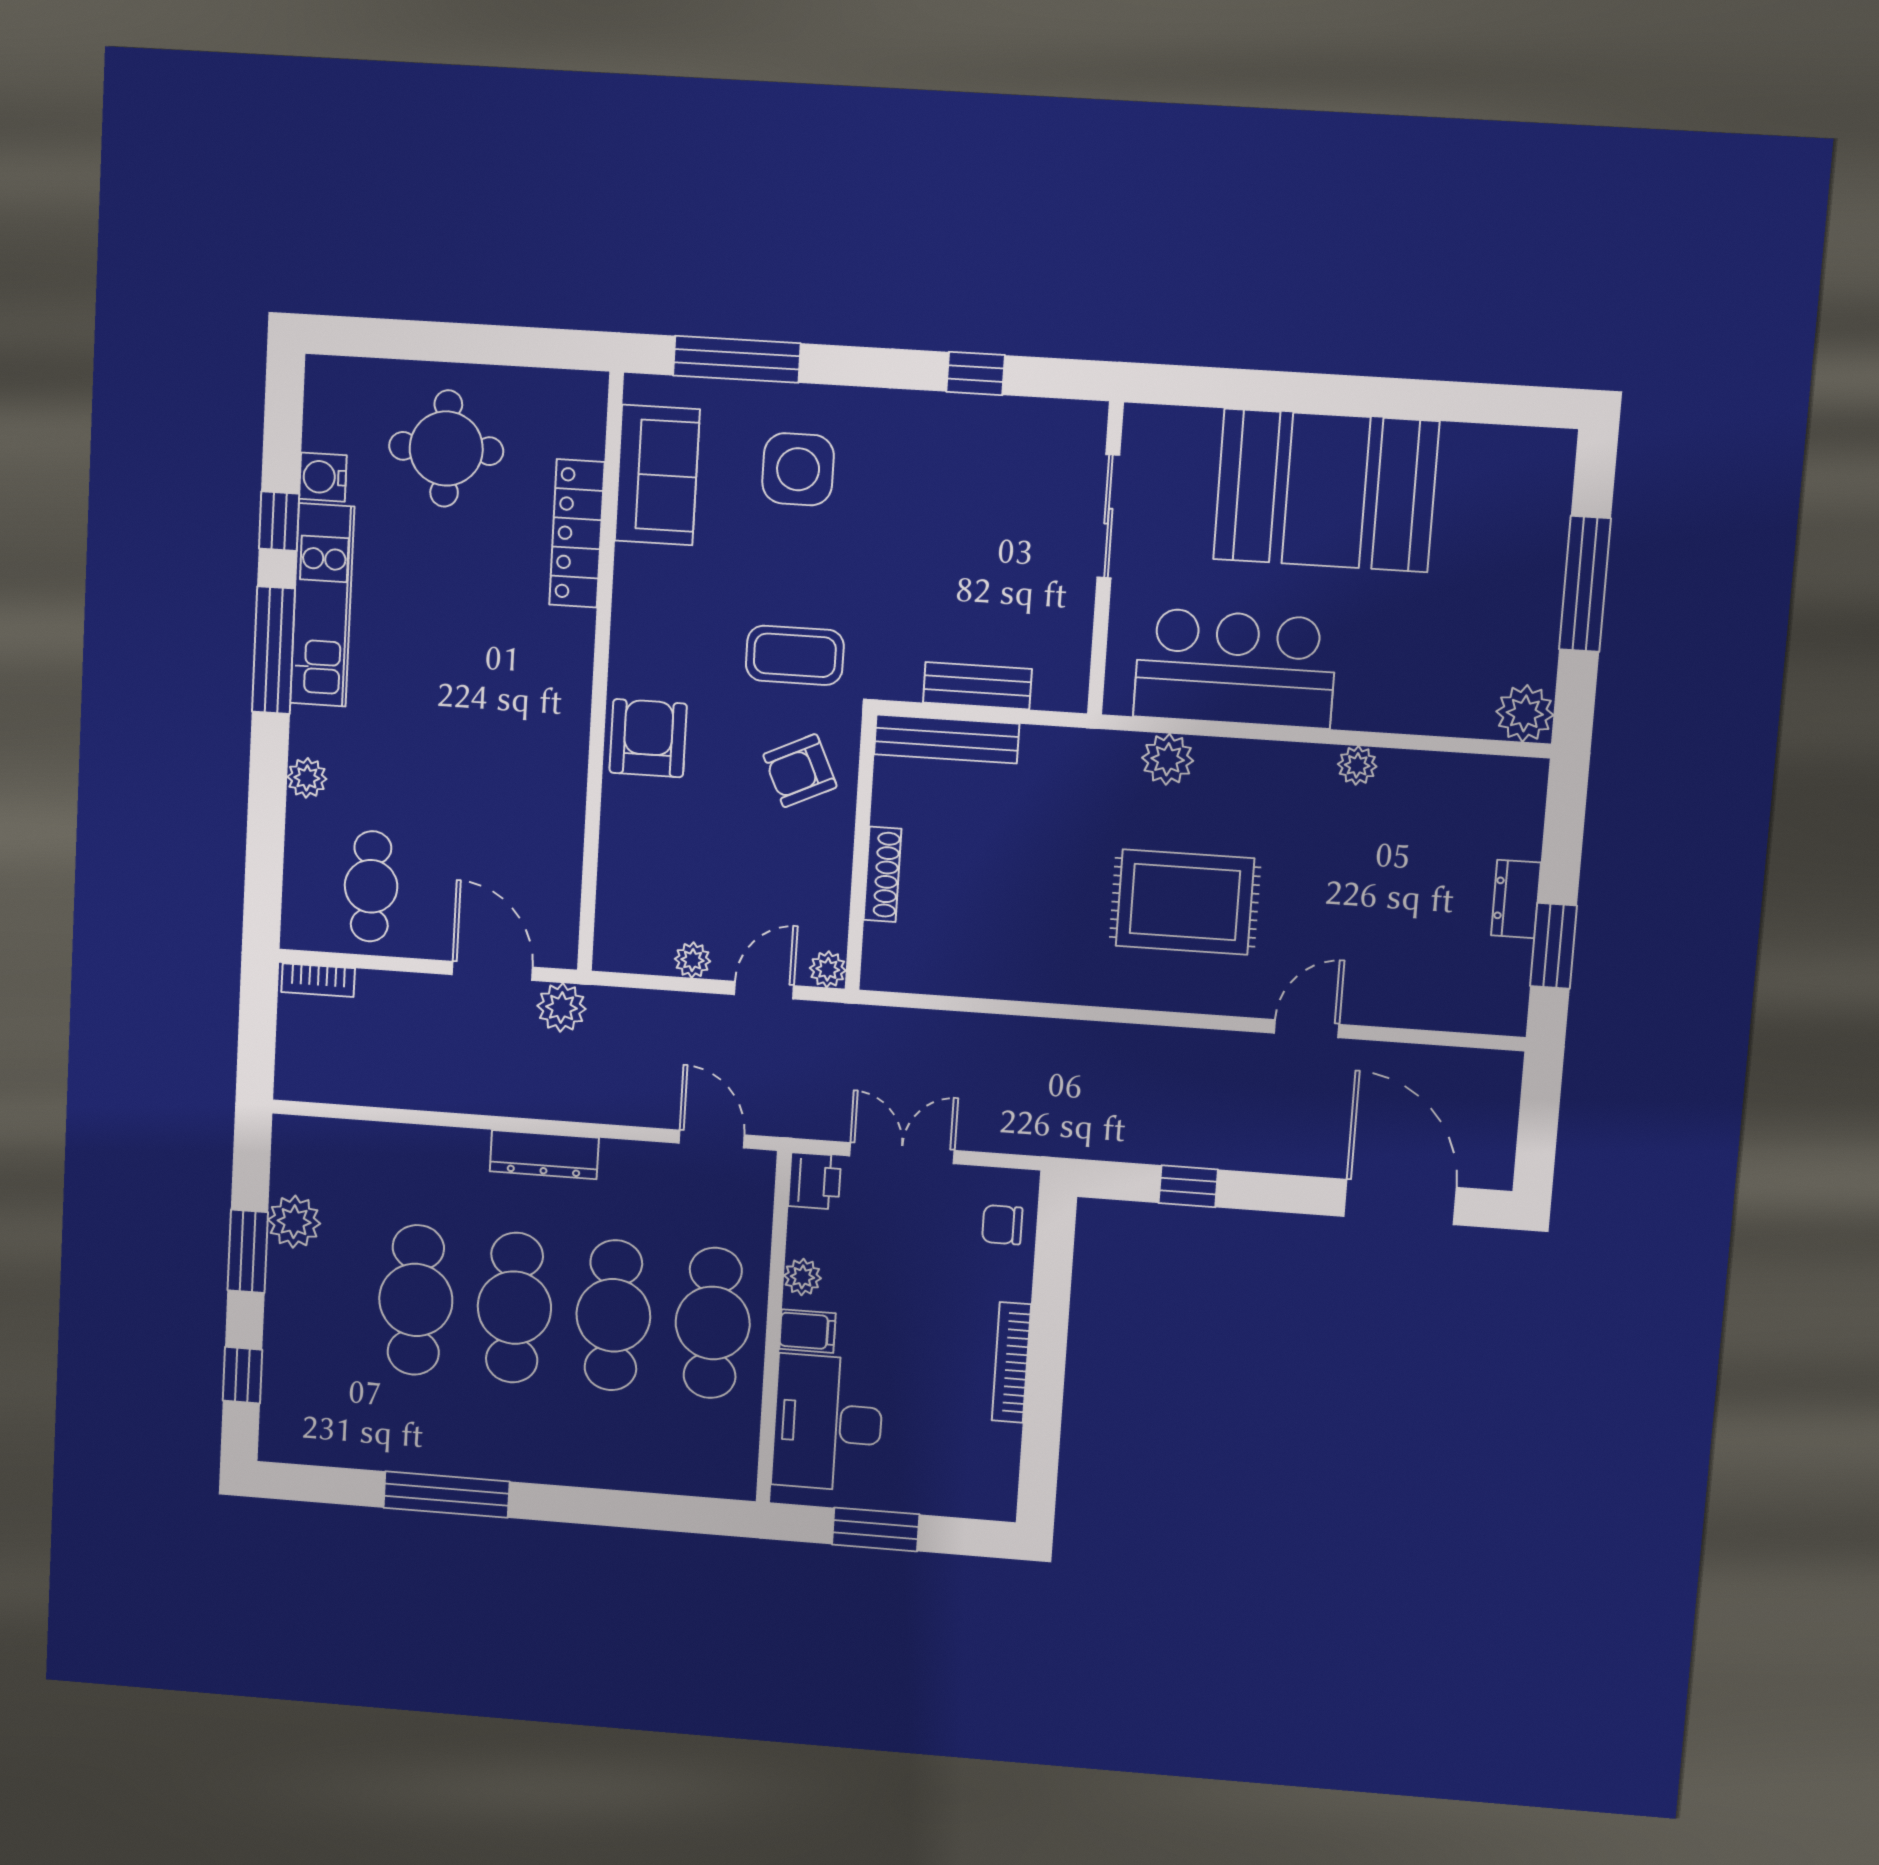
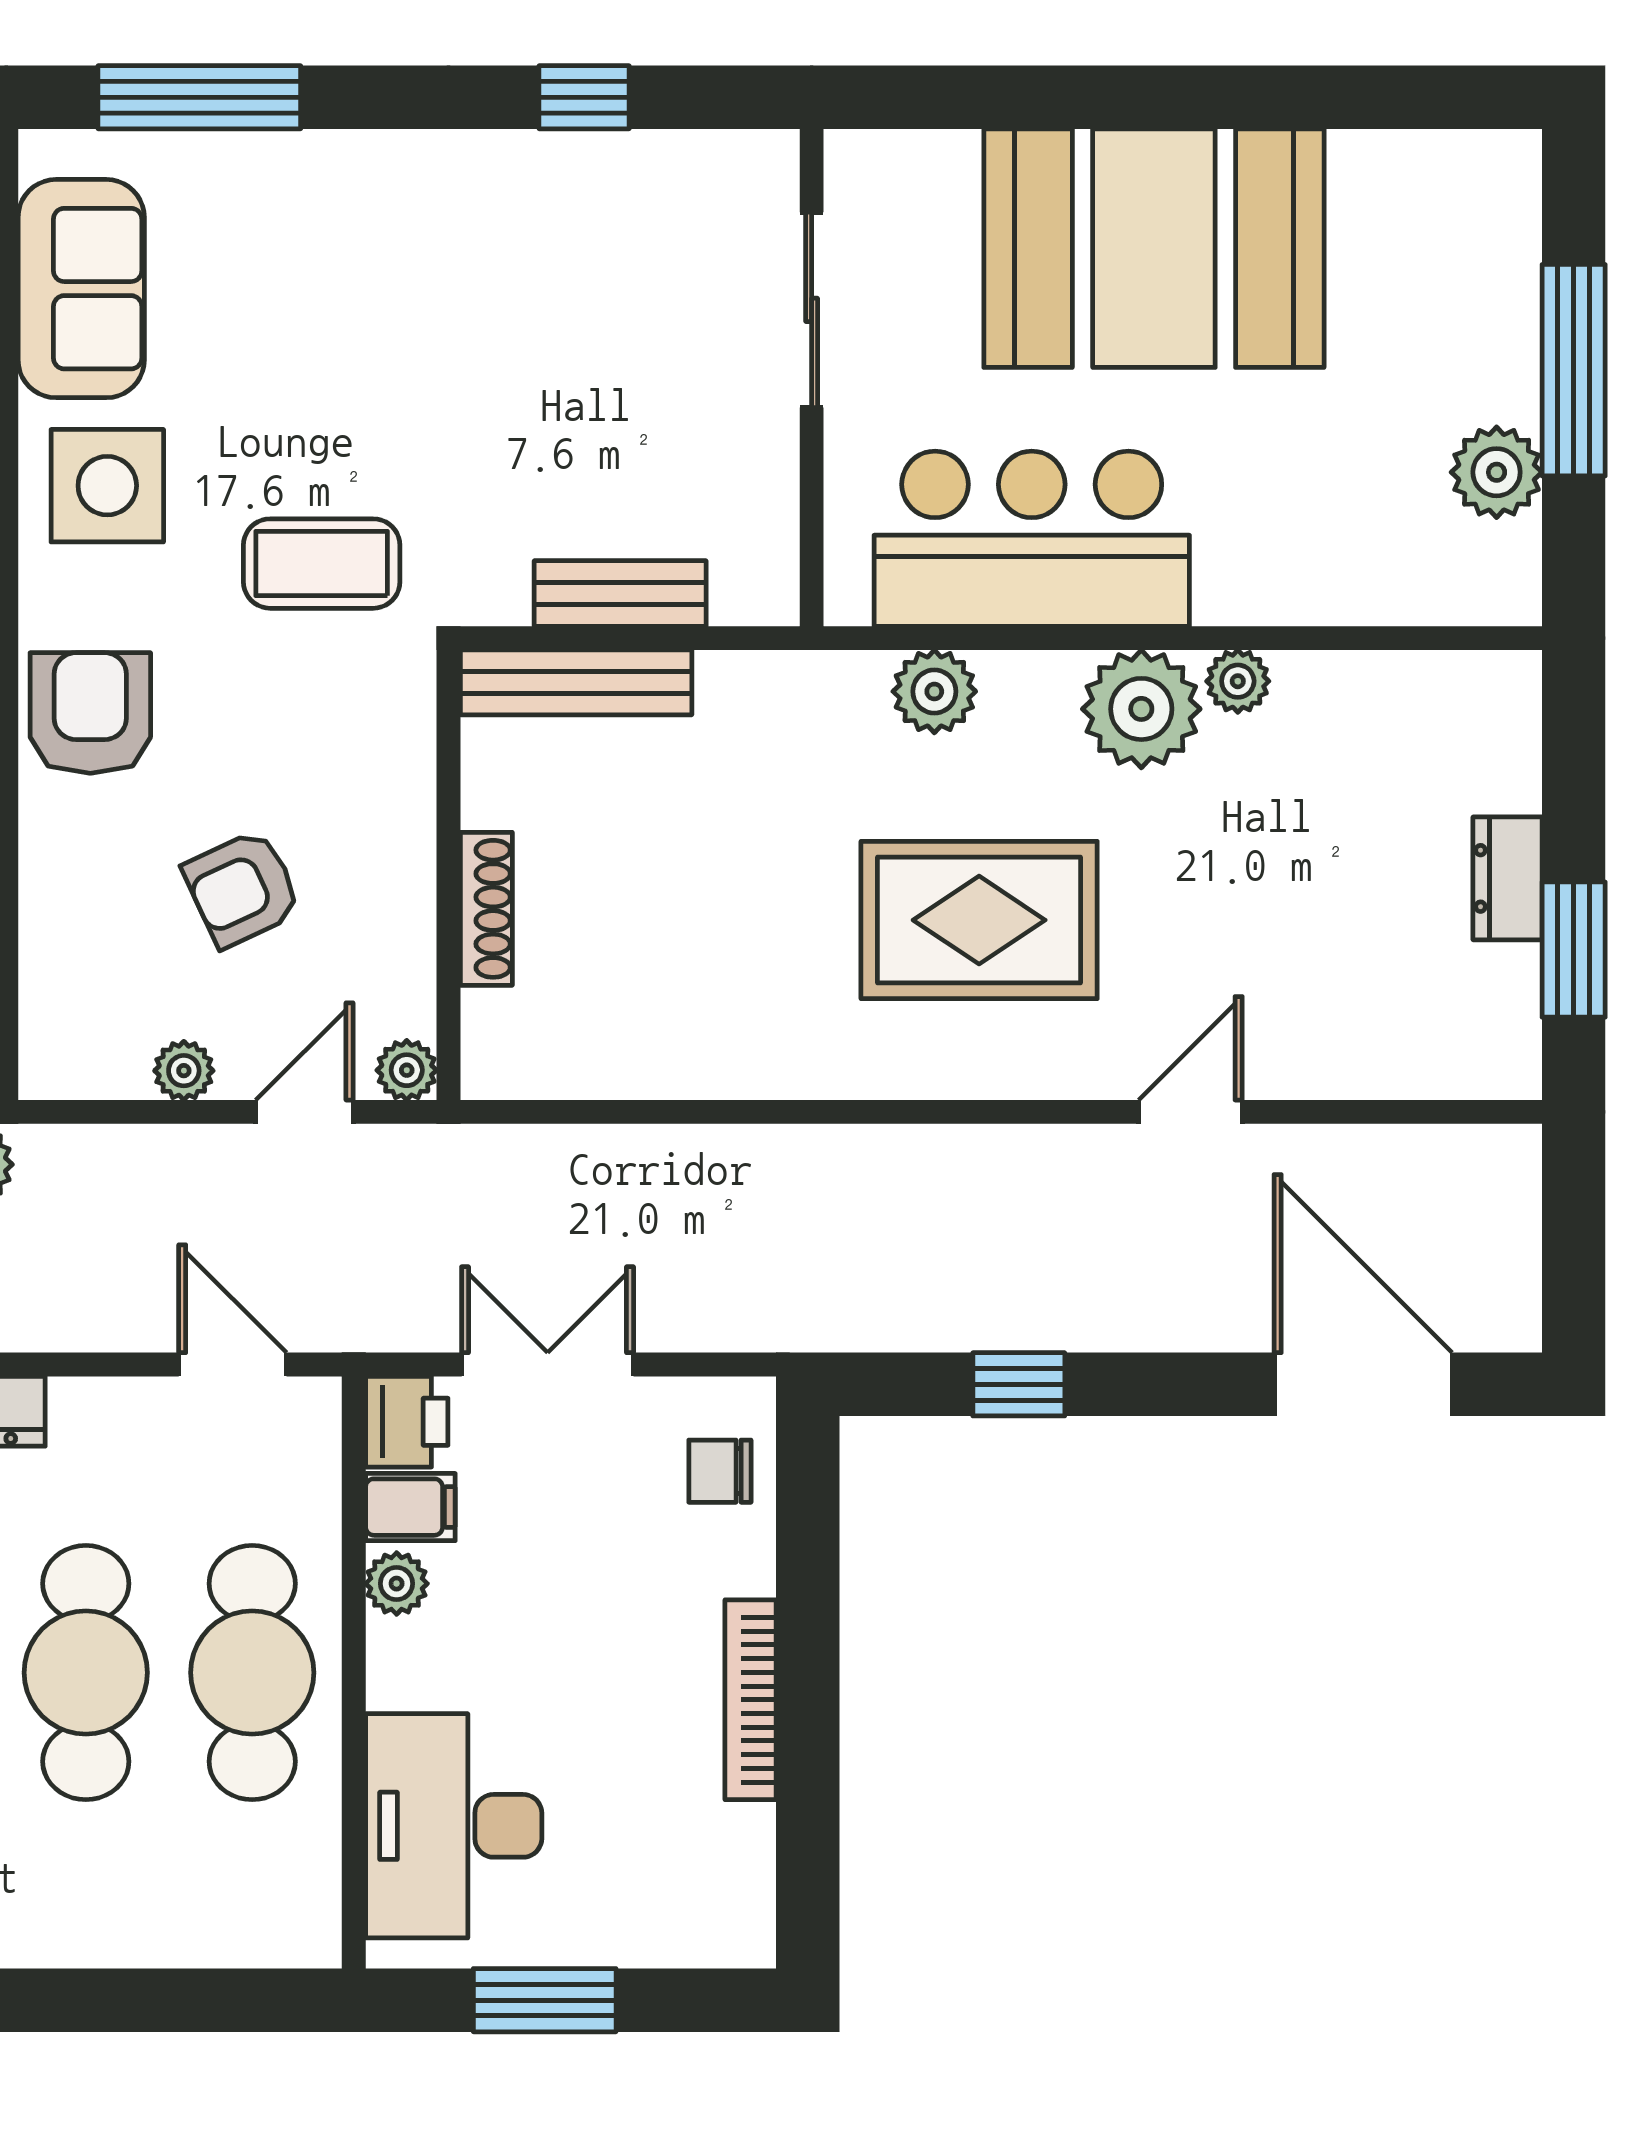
side table: (798, 469) -> (107, 486), moved
plant: (1525, 713) -> (1497, 472), moved
armchair: (800, 771) -> (242, 889), moved
plant: (1296, 779) -> (1141, 709), added
filing cabinet: (807, 1331) -> (410, 1507), moved

